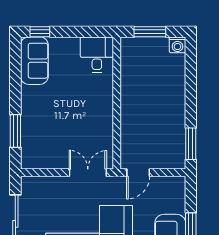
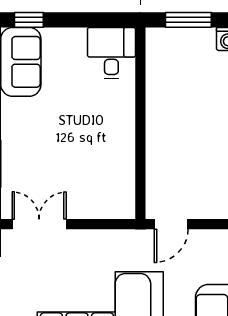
double door: (88, 173) -> (39, 224), moved

